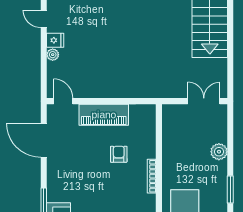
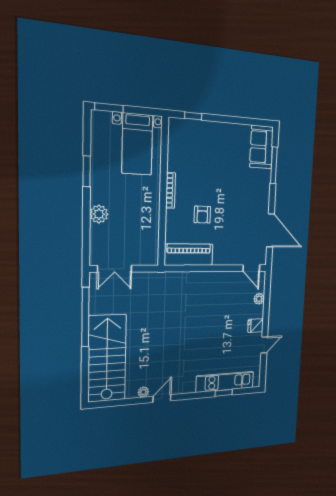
door: (44, 19) -> (264, 345), hinge flipped
plant: (53, 55) -> (259, 299), moved
window: (230, 56) -> (85, 317), added
piano: (104, 115) -> (189, 255), moved

